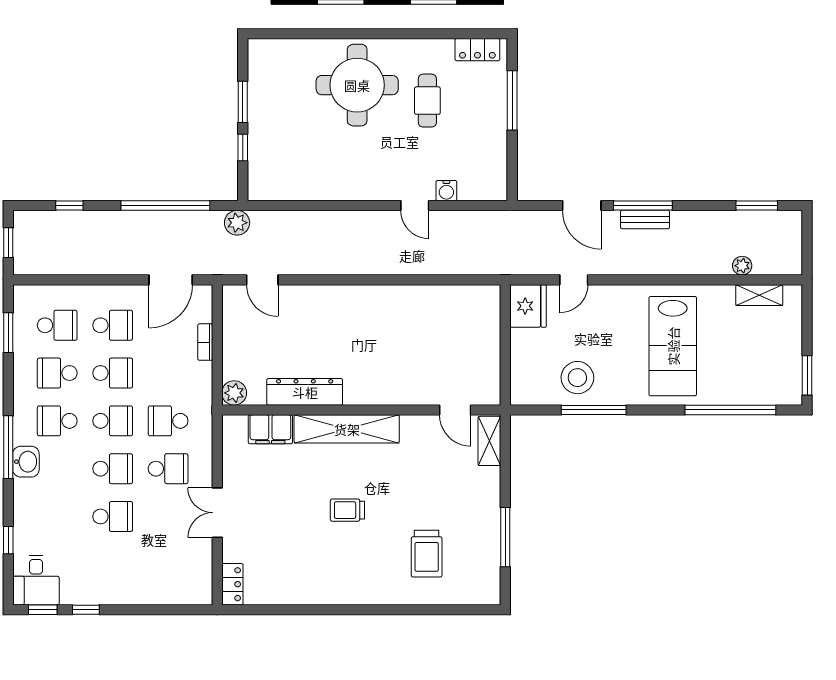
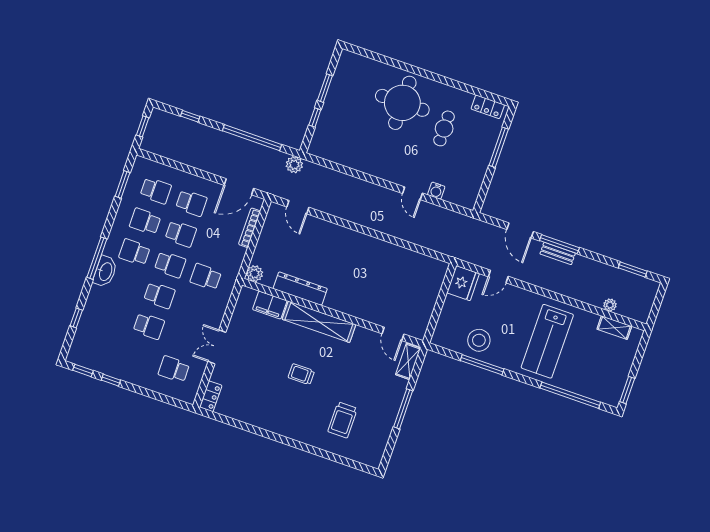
bookcase: (205, 342) -> (250, 228), width x1.56
washbasin: (26, 462) -> (105, 271), width x1.38
school desk: (168, 469) -> (174, 369), moved, turned 180
window: (505, 537) -> (403, 409), moved
desk: (36, 580) -> (85, 350), removed

